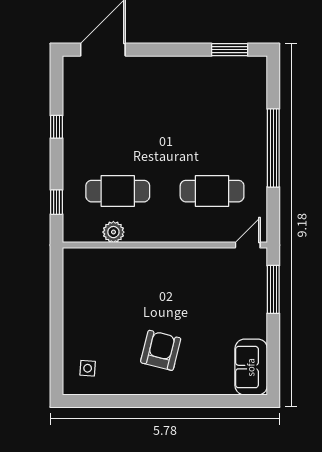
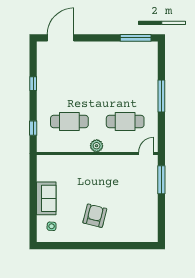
window: (230, 50) -> (136, 38), width x1.44
window: (273, 148) -> (161, 96), width x0.68
plant: (113, 232) -> (97, 146), moved
sofa: (251, 367) -> (46, 198), moved, turned 180

